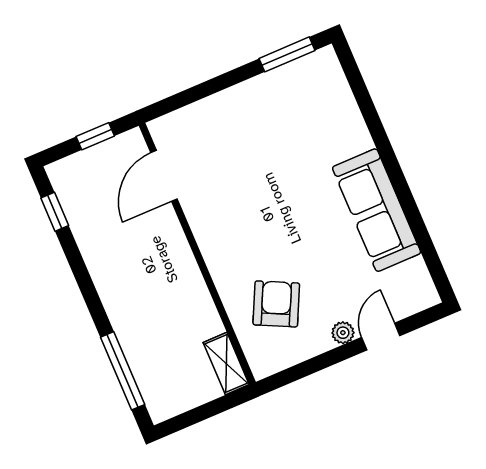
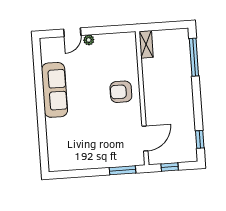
window: (287, 54) -> (123, 170), moved
armchair: (276, 304) -> (121, 92), moved, turned 64

